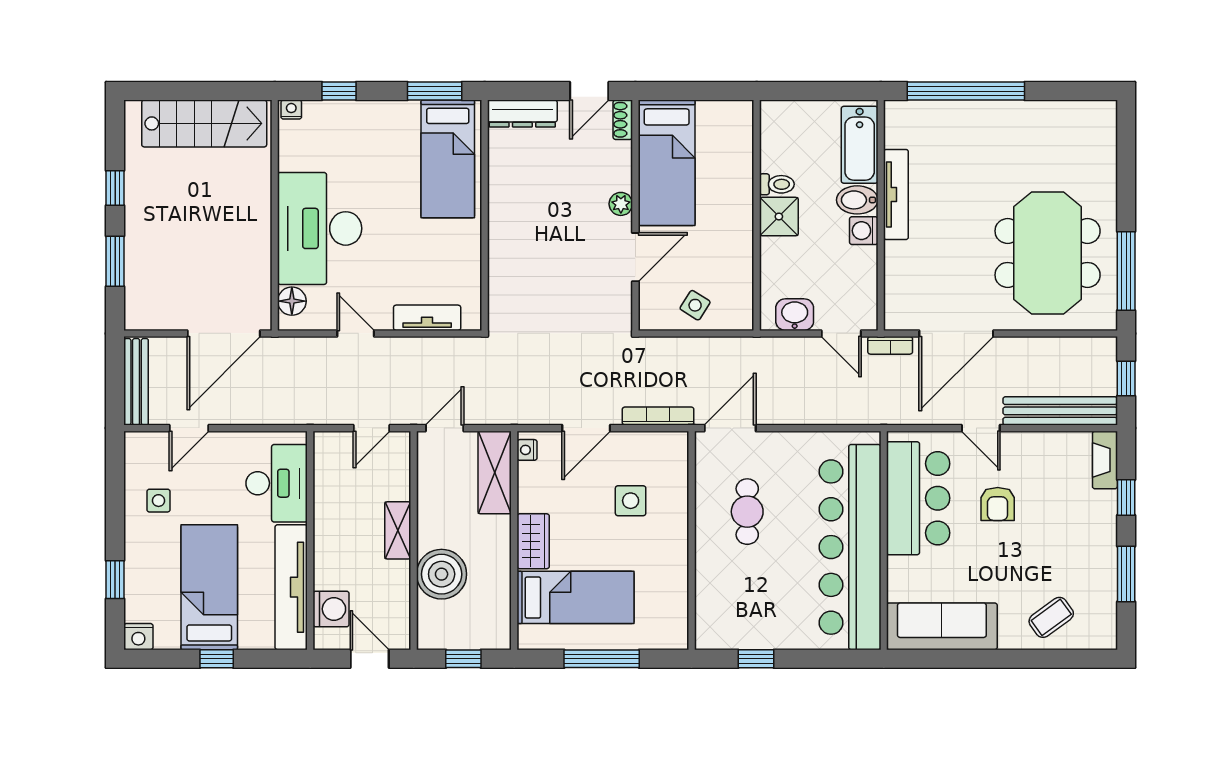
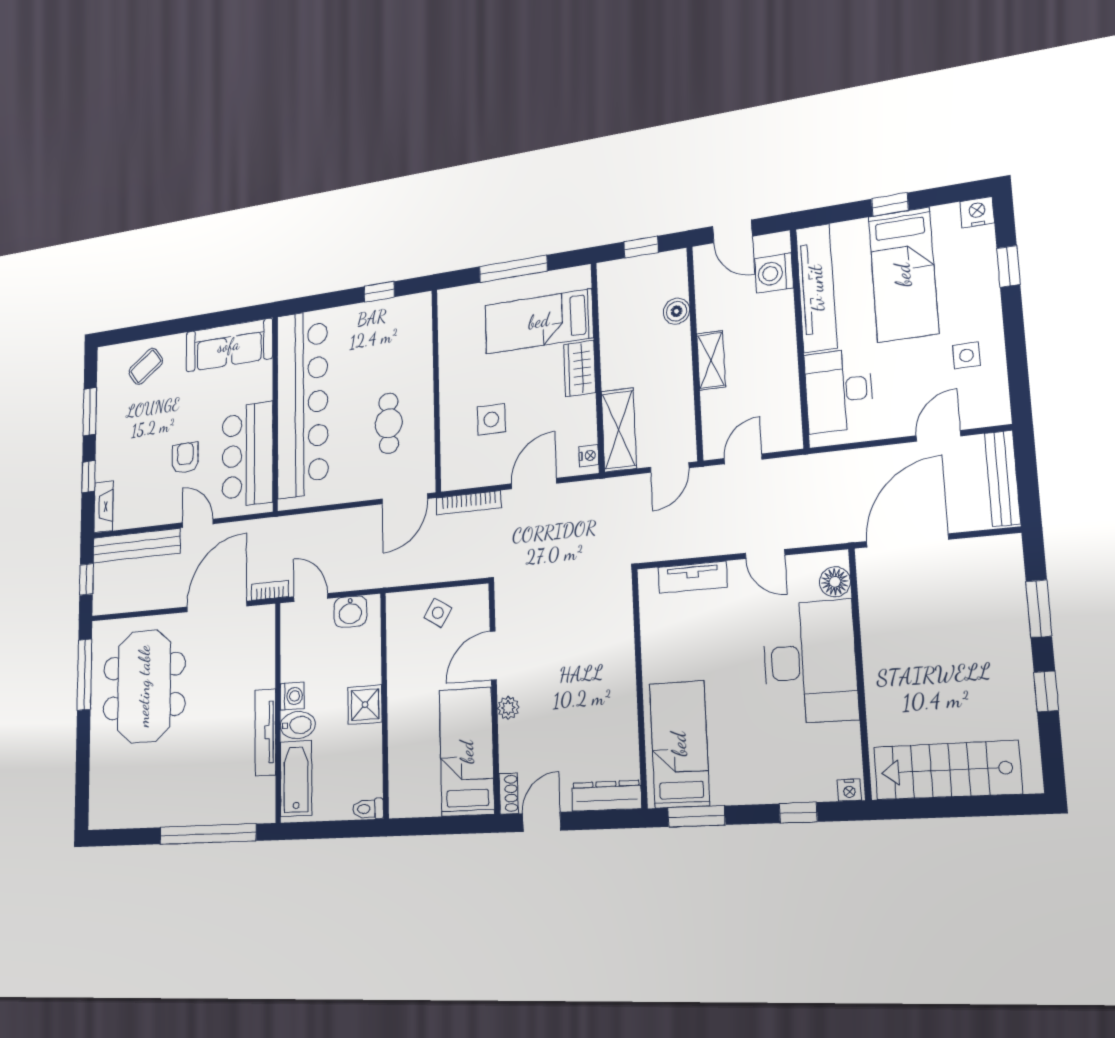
toilet: (777, 184) -> (368, 809), moved
boiler: (442, 574) -> (676, 311), width x0.54, depth x0.54

